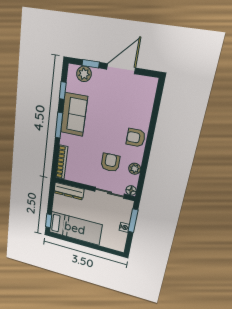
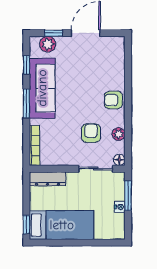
sofa: (74, 114) -> (42, 88), width x1.36

